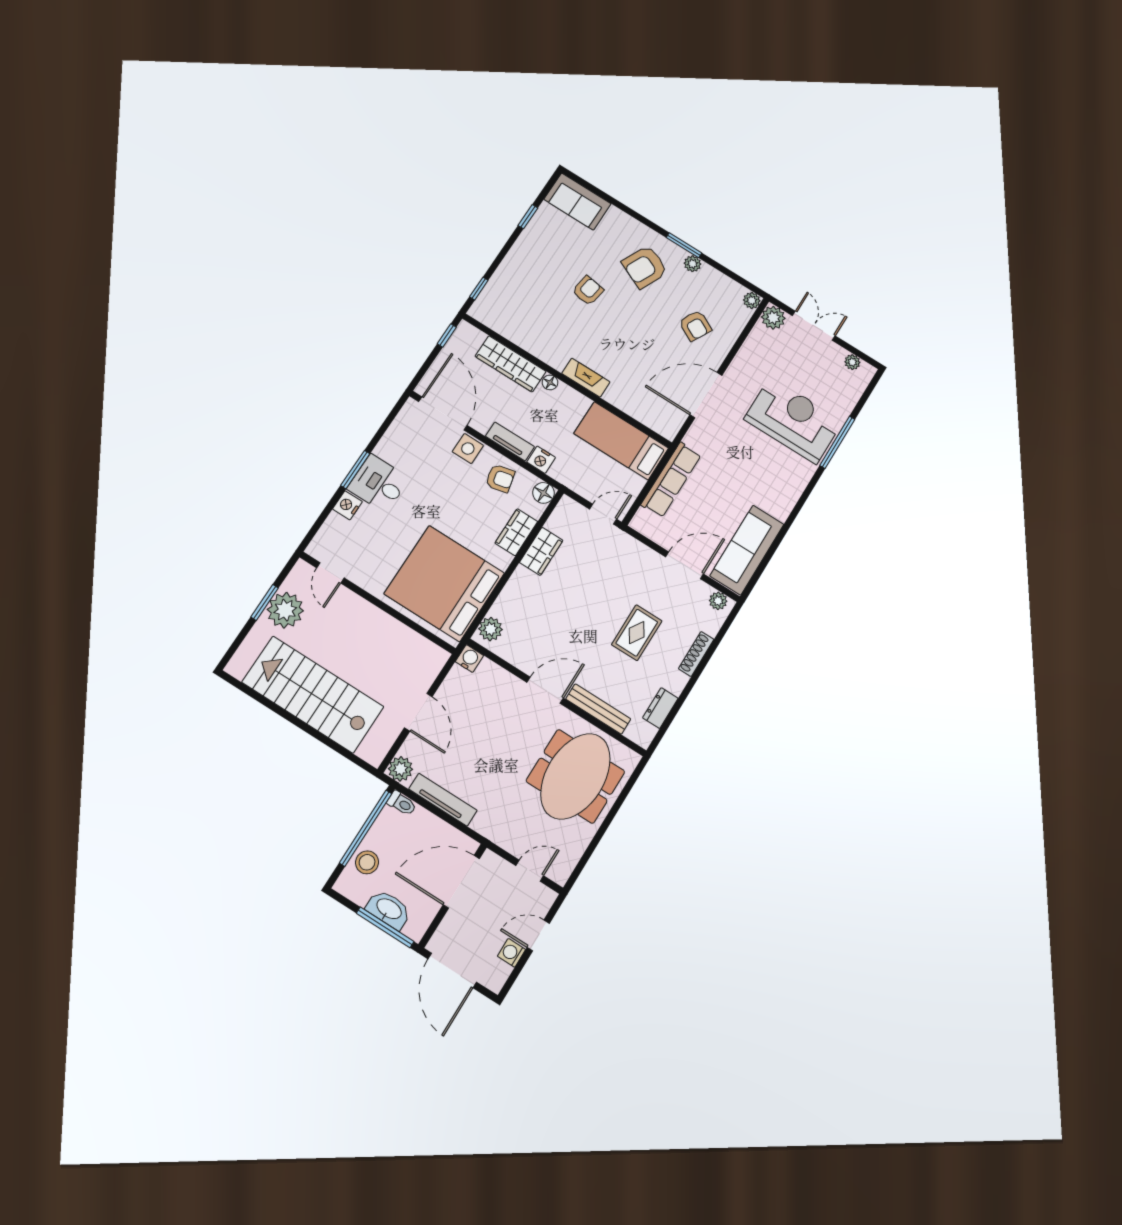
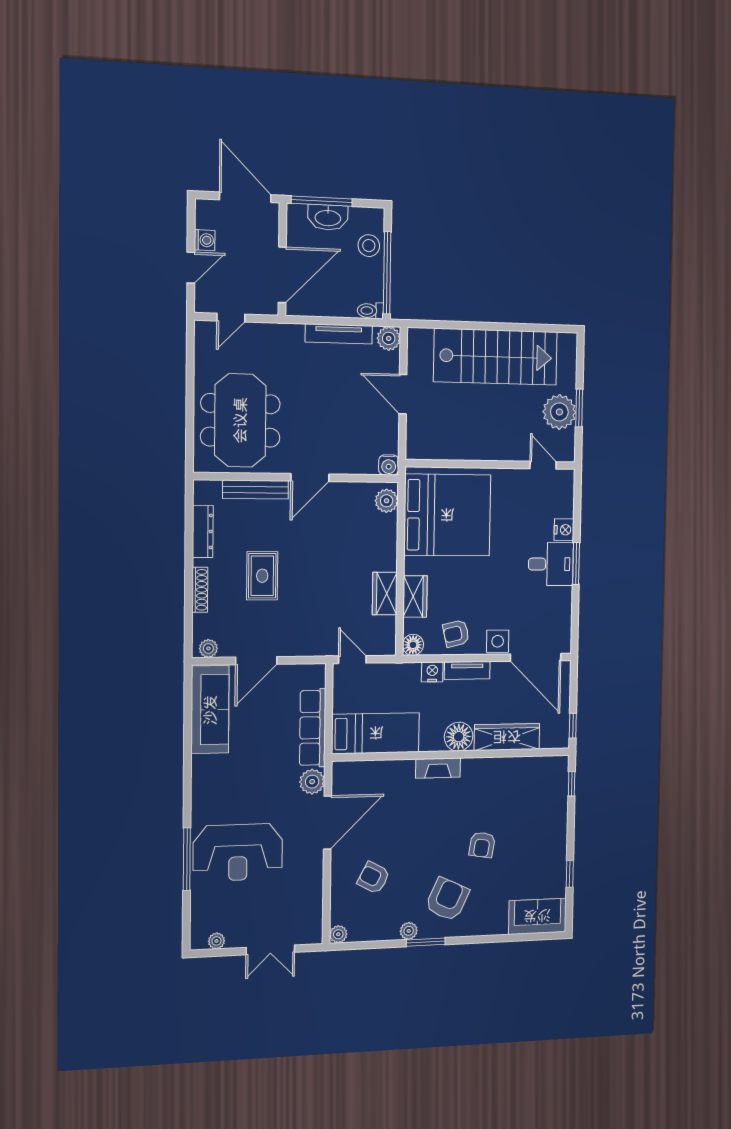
plant: (773, 318) -> (312, 782), moved
floor lamp: (550, 382) -> (459, 737), width x1.89, depth x1.89
door: (603, 514) -> (352, 660), swing flipped
dresser: (660, 708) -> (203, 531), width x1.44

